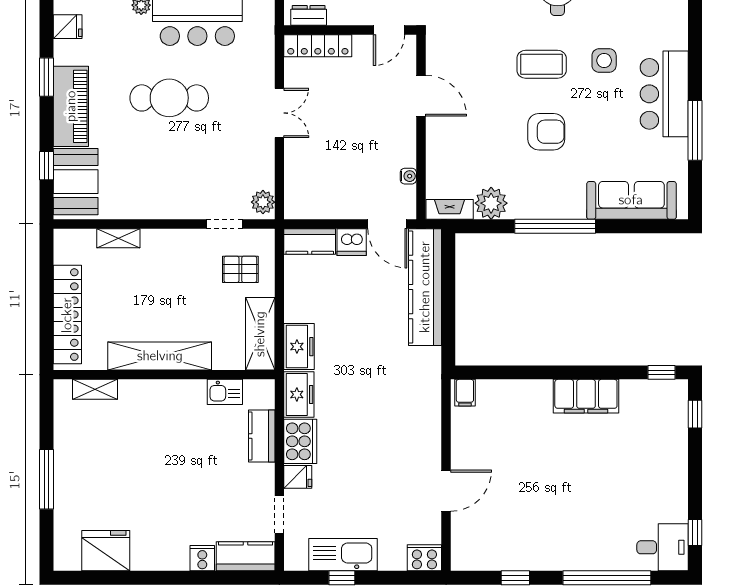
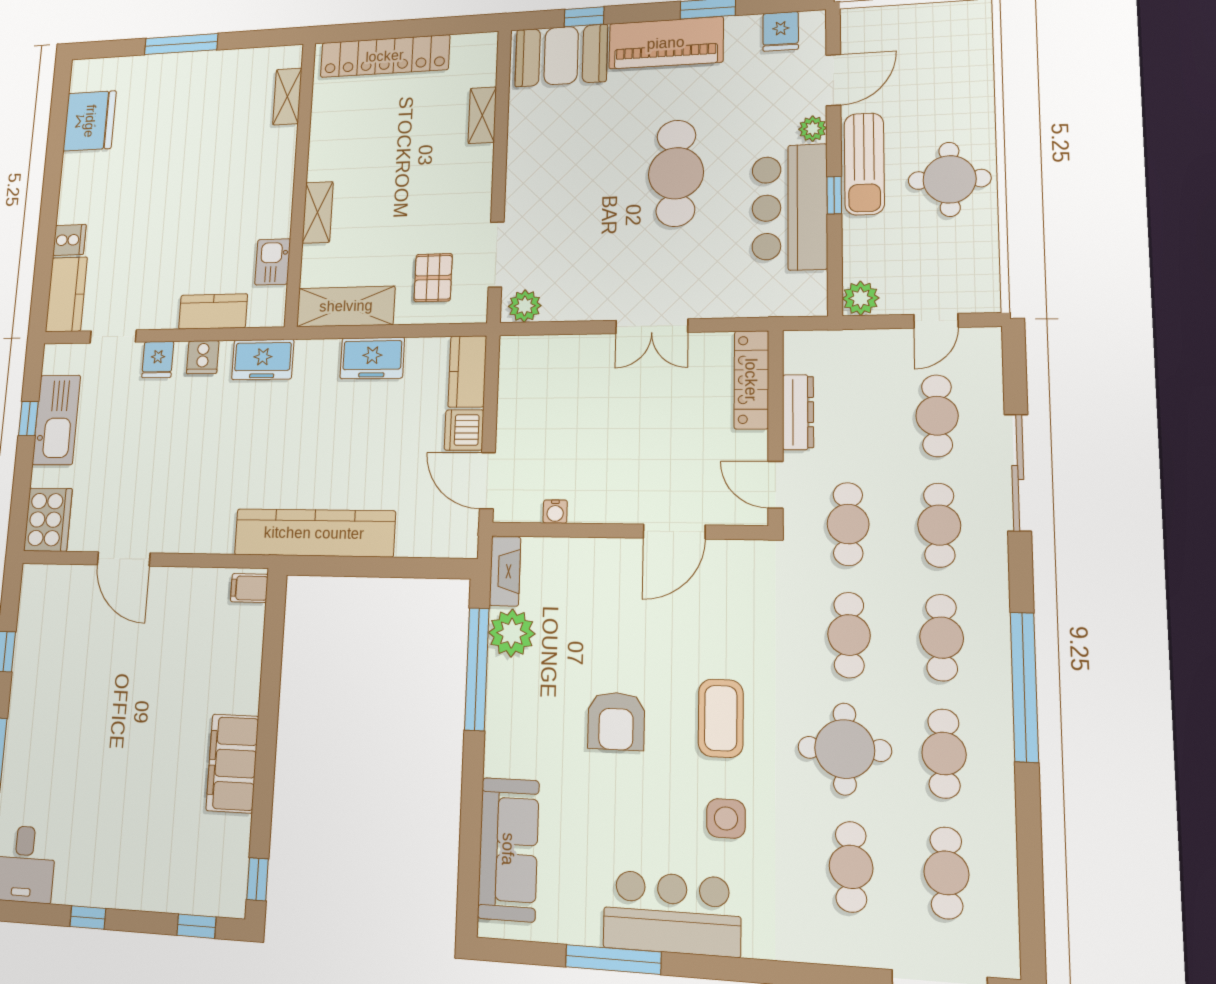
dresser: (309, 15) -> (798, 412), moved, width x1.44
doorway: (225, 224) -> (496, 255), width x1.38
door: (387, 224) -> (487, 481), hinge flipped
window: (555, 226) -> (477, 669), moved
kitchen counter: (425, 287) -> (314, 533), moved
freezer: (299, 347) -> (372, 358), moved
shelving: (160, 356) -> (318, 212), width x0.45, depth x0.75
cooker: (300, 441) -> (203, 357), width x0.53, depth x0.76
window: (695, 532) -> (88, 917), moved
cooker: (424, 558) -> (48, 520), width x1.37, depth x1.31

